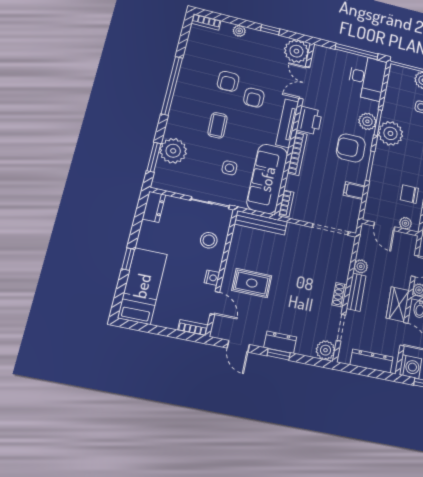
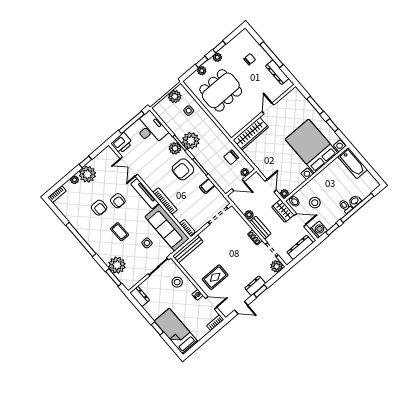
plant: (296, 51) -> (87, 174), moved
printer: (309, 121) -> (122, 143), moved, turned 90

